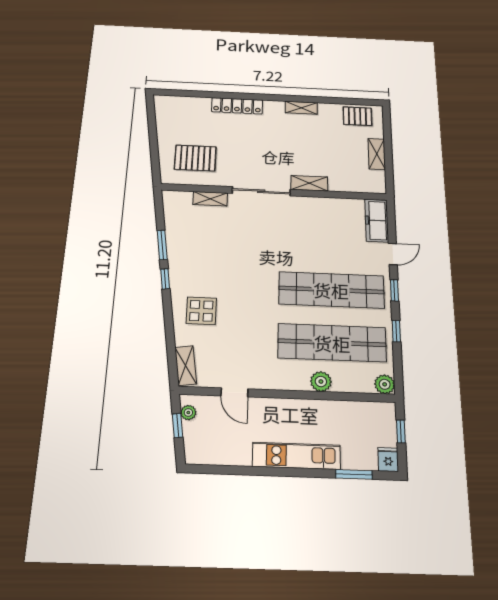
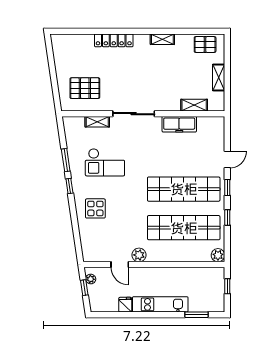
shelving: (309, 183) -> (194, 105), moved
freezer: (377, 220) -> (179, 124), moved, turned -90
checkout: (219, 250) -> (105, 162), added
shelving: (186, 366) -> (87, 248), removed
plant: (321, 382) -> (139, 255), moved
fridge: (388, 459) -> (125, 305), moved

